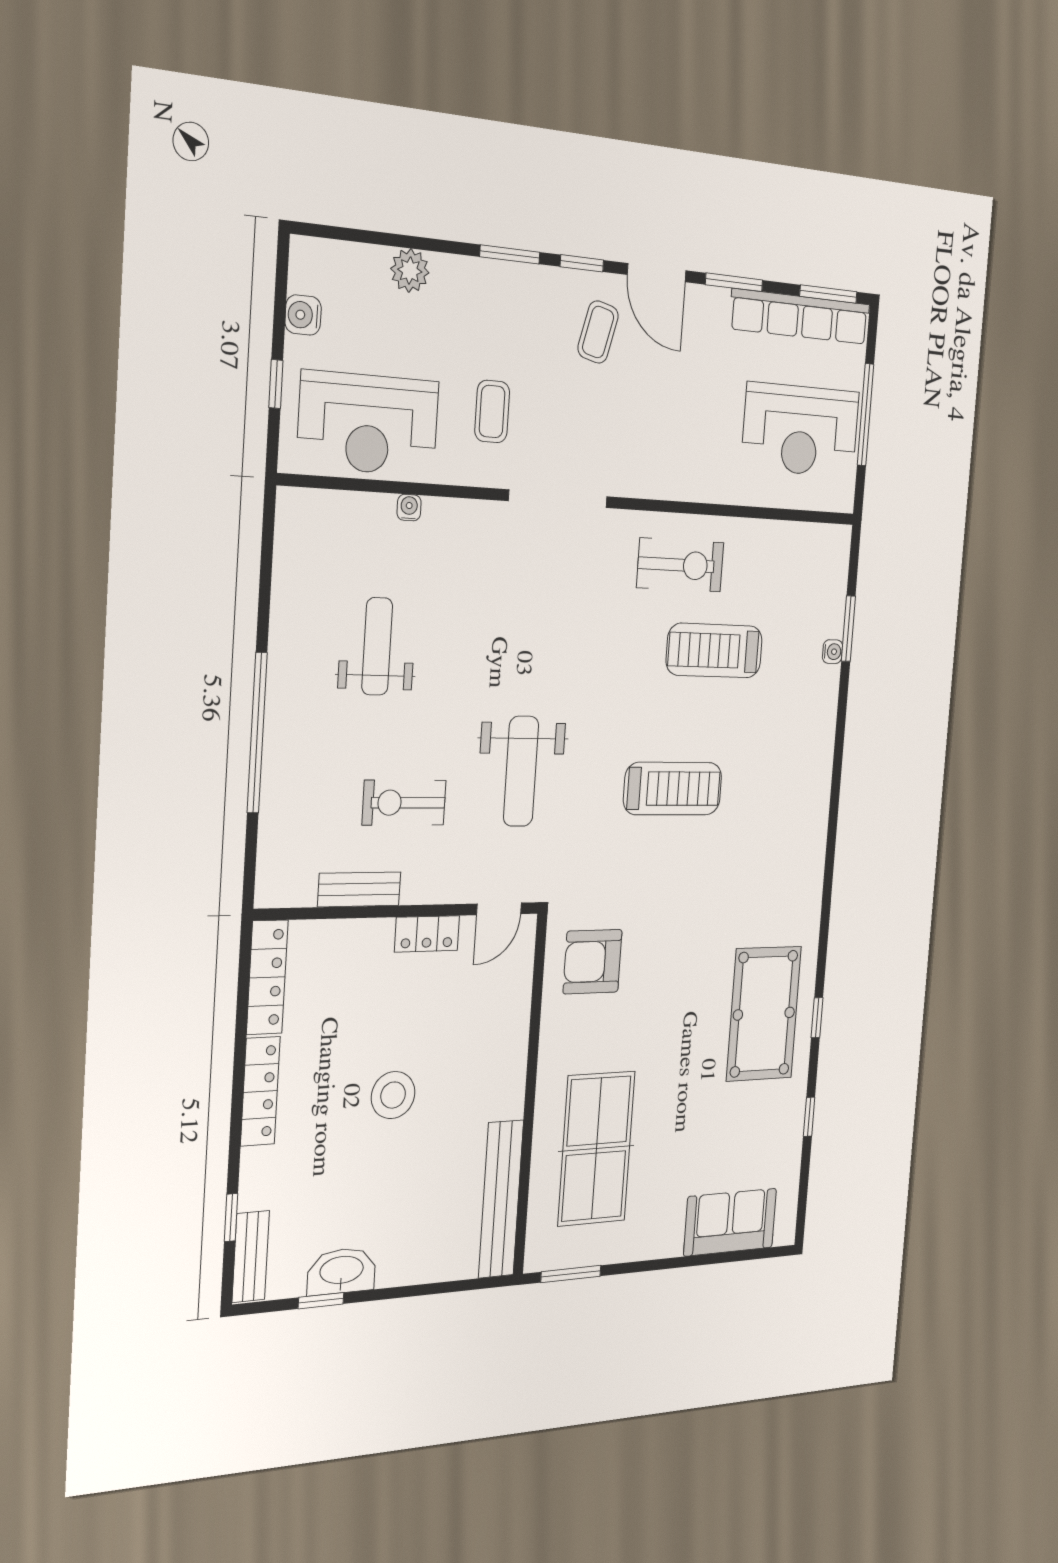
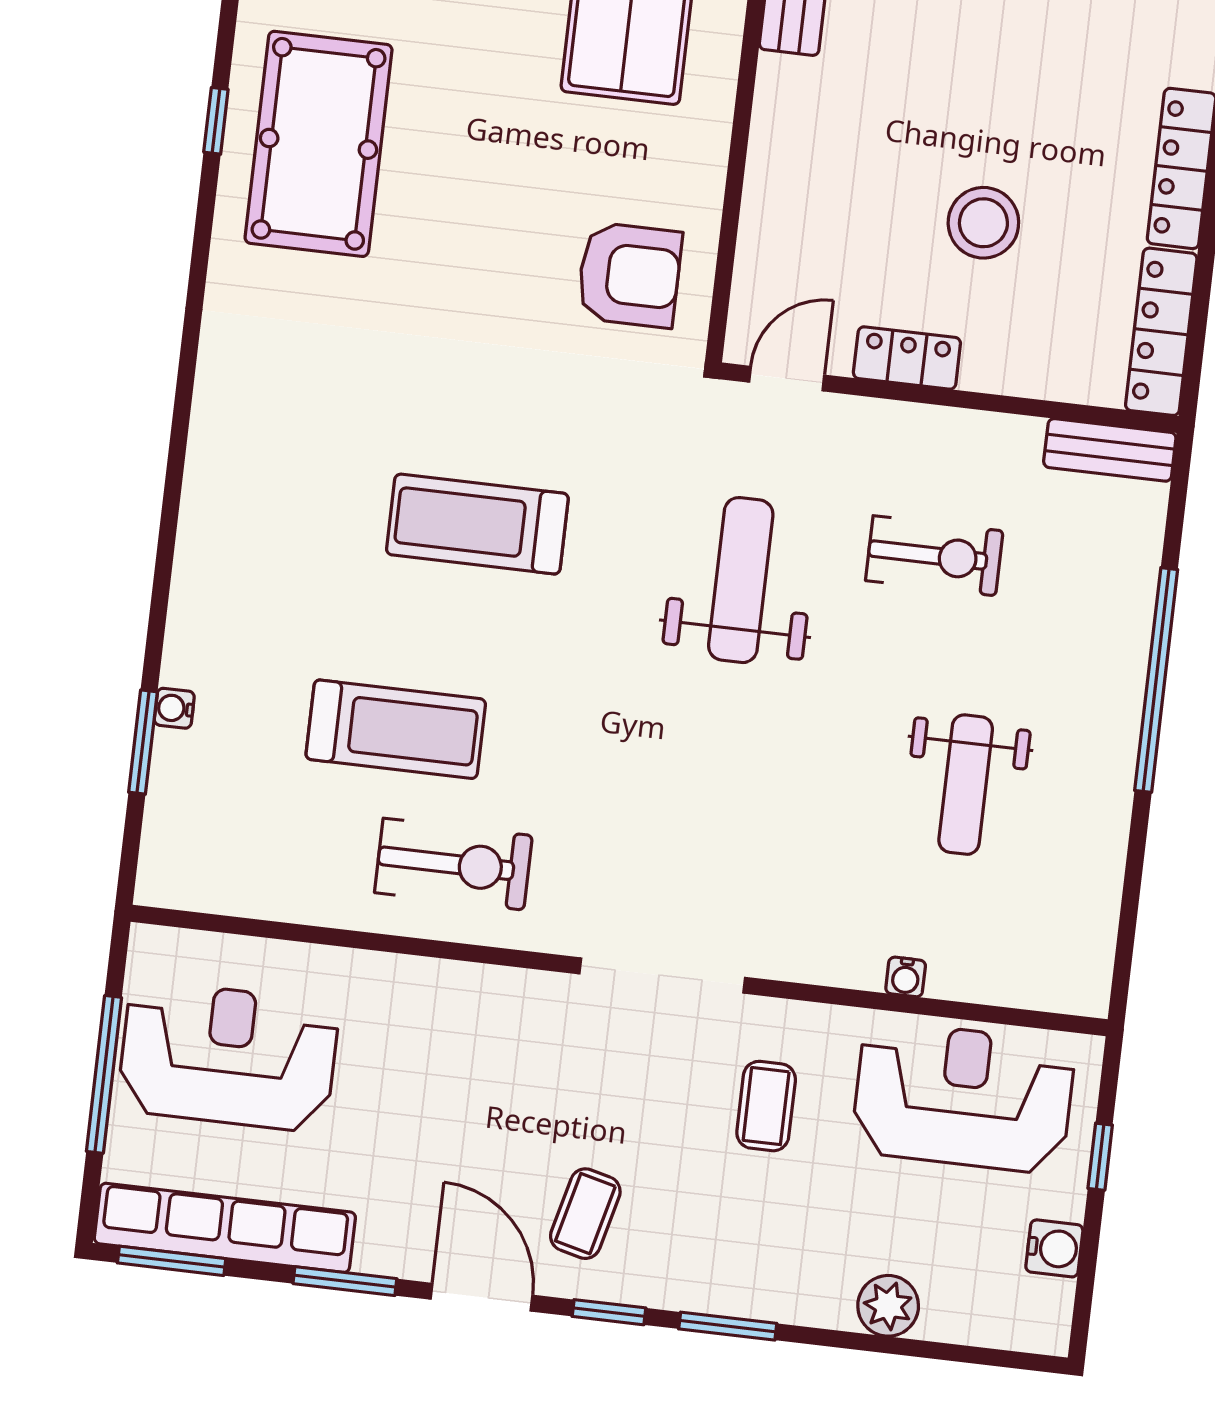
exercise bike: (680, 565) -> (453, 864), turned 180
bench: (359, 889) -> (1110, 450), moved
stool: (393, 1095) -> (983, 223), moved

